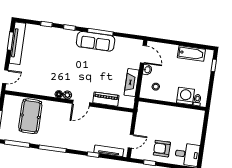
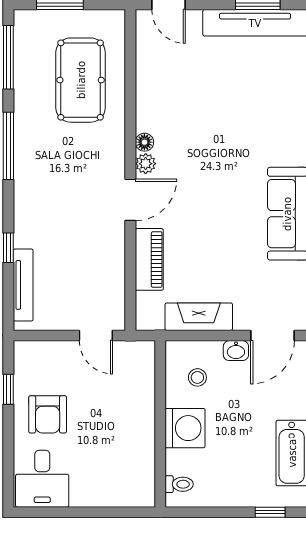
washing machine: (186, 96) -> (185, 428), moved
door: (81, 103) -> (130, 200), swing flipped
pool table: (30, 116) -> (81, 80), turned 90
door: (131, 141) -> (96, 336), moved
armchair: (162, 149) -> (48, 414), turned 180

